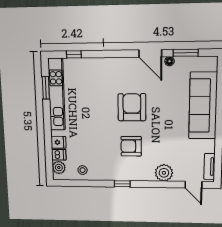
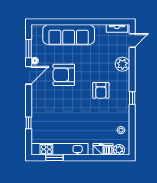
window: (74, 54) -> (29, 123), moved
armchair: (132, 107) -> (64, 75), moved

